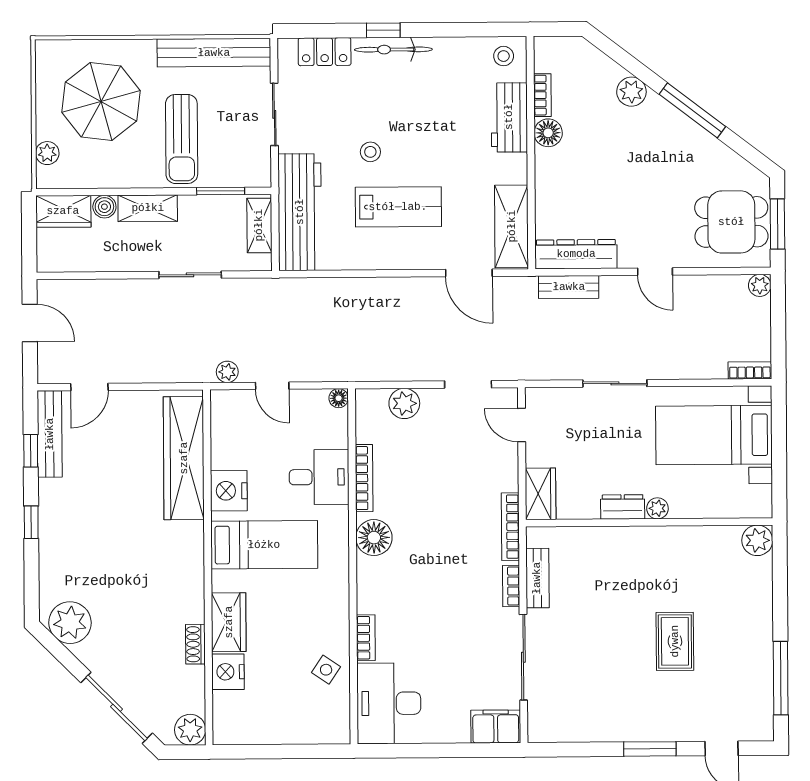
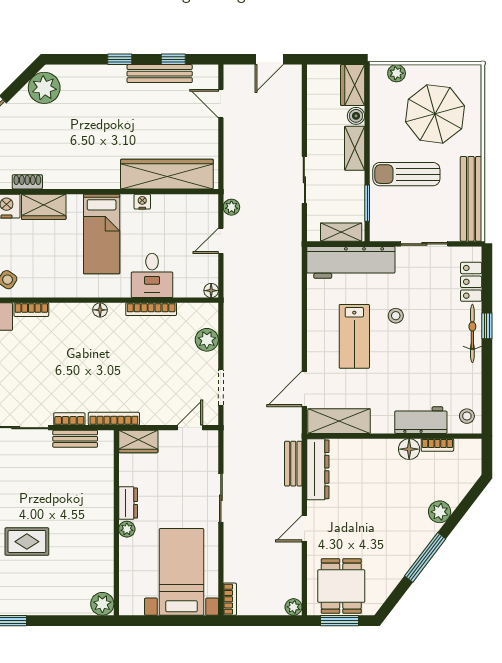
bench: (50, 434) -> (160, 74), moved
nightstand: (229, 491) -> (142, 202), width x0.53, depth x0.56
floor lamp: (374, 538) -> (100, 310), width x0.53, depth x0.53

